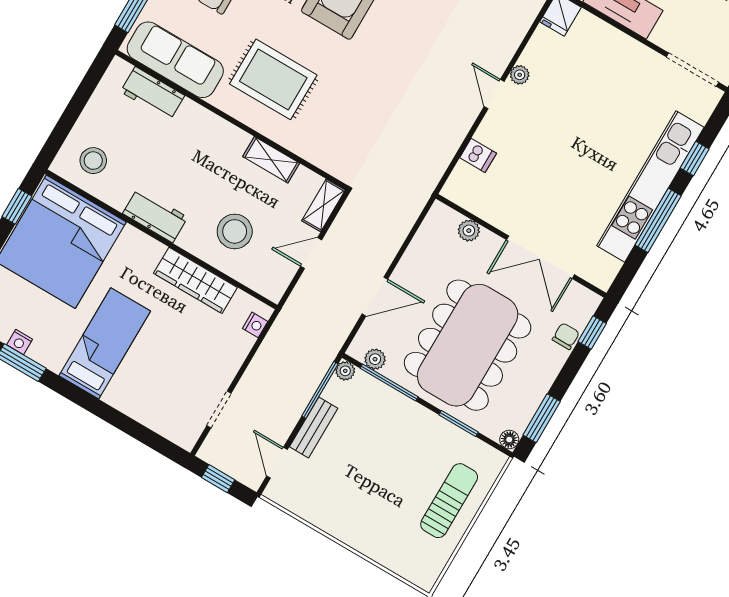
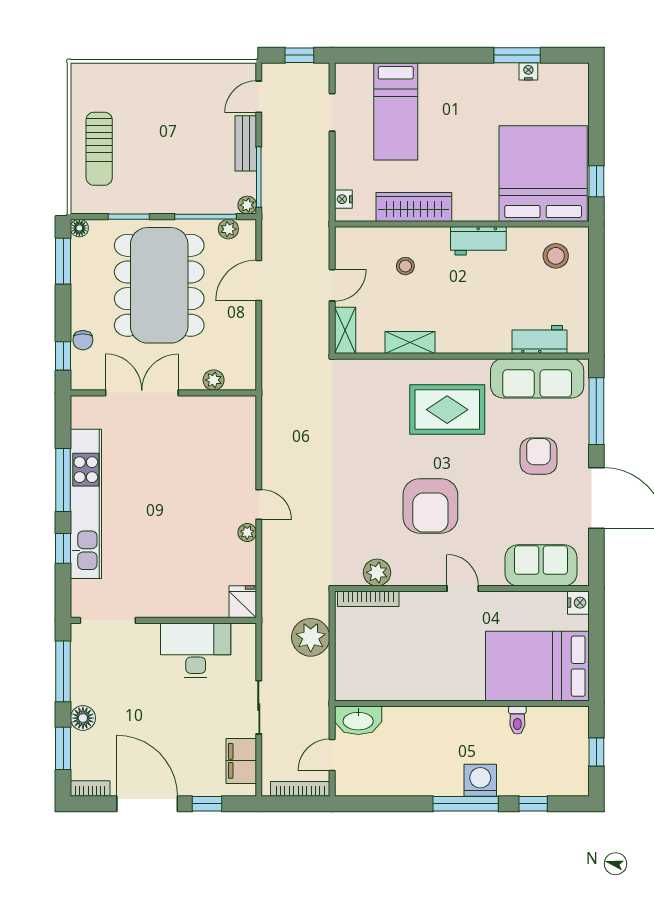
dishwasher: (478, 155) -> (242, 446), removed
stool: (235, 231) -> (405, 266), width x0.53, depth x0.53
bed: (105, 343) -> (396, 111), moved
door: (277, 463) -> (259, 97), swing flipped

